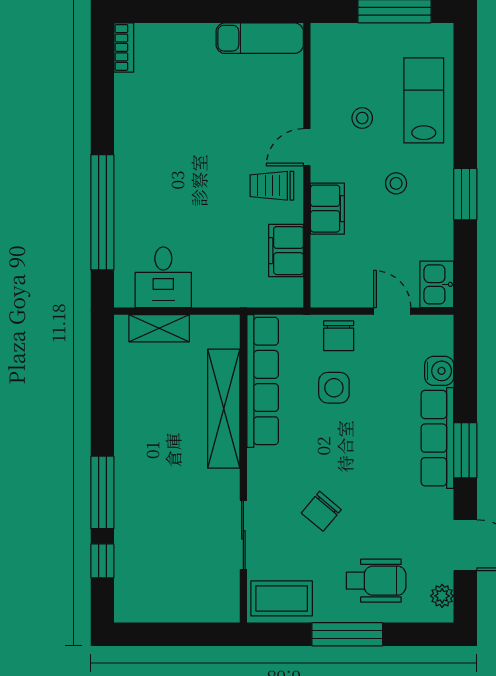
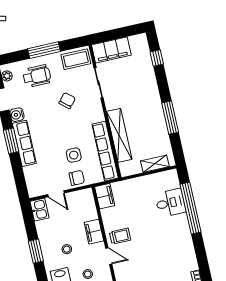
door: (307, 147) -> (109, 256), hinge flipped
filing cabinet: (286, 251) -> (105, 196), moved
desk: (163, 277) -> (170, 203), moved, turned 90
chair: (339, 336) -> (77, 178), turned 90
water cooler: (439, 371) -> (17, 115), moved
window: (102, 492) -> (170, 118), moved
wheelchair: (376, 581) -> (37, 76), turned 180
filing cabinet: (199, 601) -> (111, 50), added

